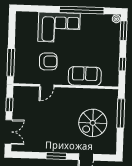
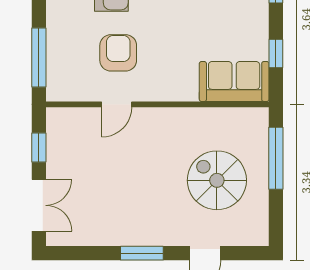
armchair: (48, 61) -> (118, 53), turned -88
sofa: (85, 76) -> (234, 81), moved
spiral stairs: (93, 123) -> (217, 180), turned 90

